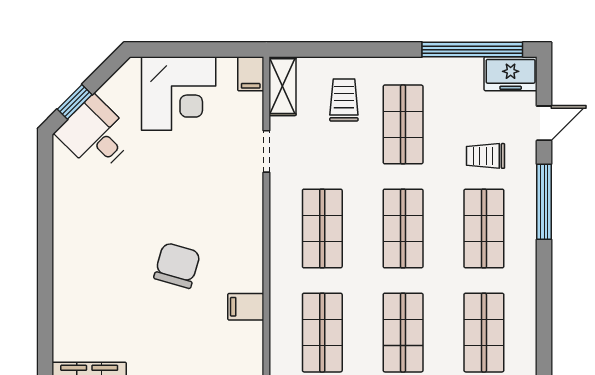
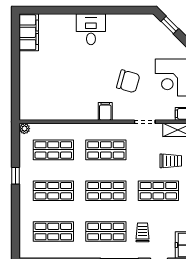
desk: (95, 135) -> (91, 29), moved, turned -45
chair: (177, 265) -> (128, 81), moved
filing cabinet: (246, 307) -> (105, 111), moved

